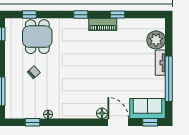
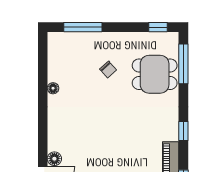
window: (29, 15) -> (183, 64), width x2.17
window: (33, 122) -> (43, 68), removed

